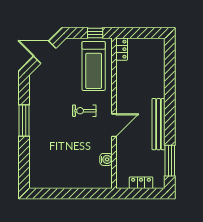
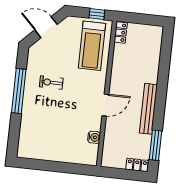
exercise bike: (84, 111) -> (51, 83), moved
window: (24, 121) -> (19, 91), width x1.46
locker: (141, 183) -> (137, 165), moved

